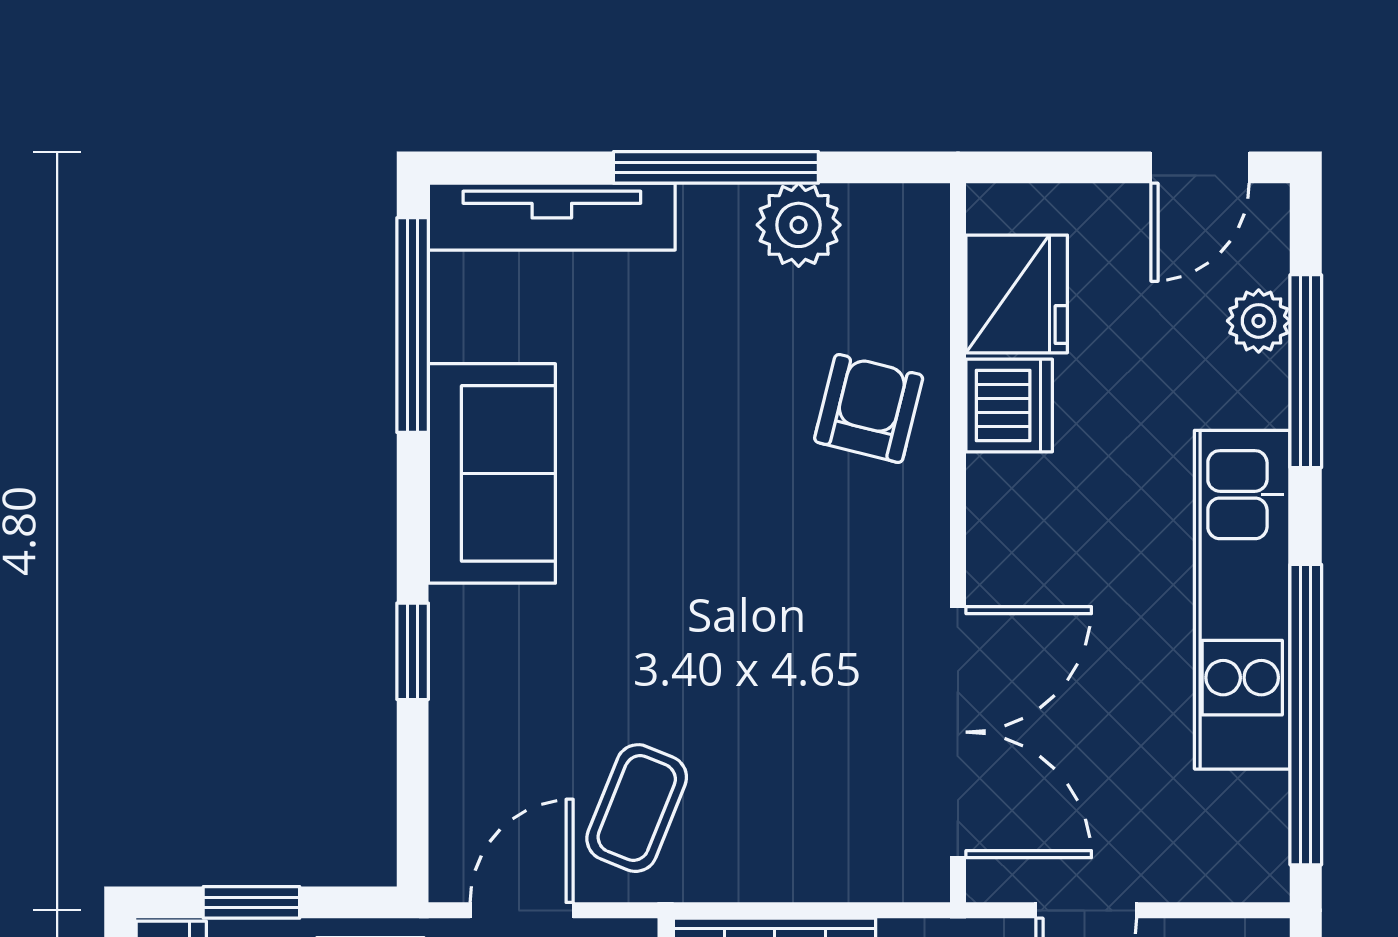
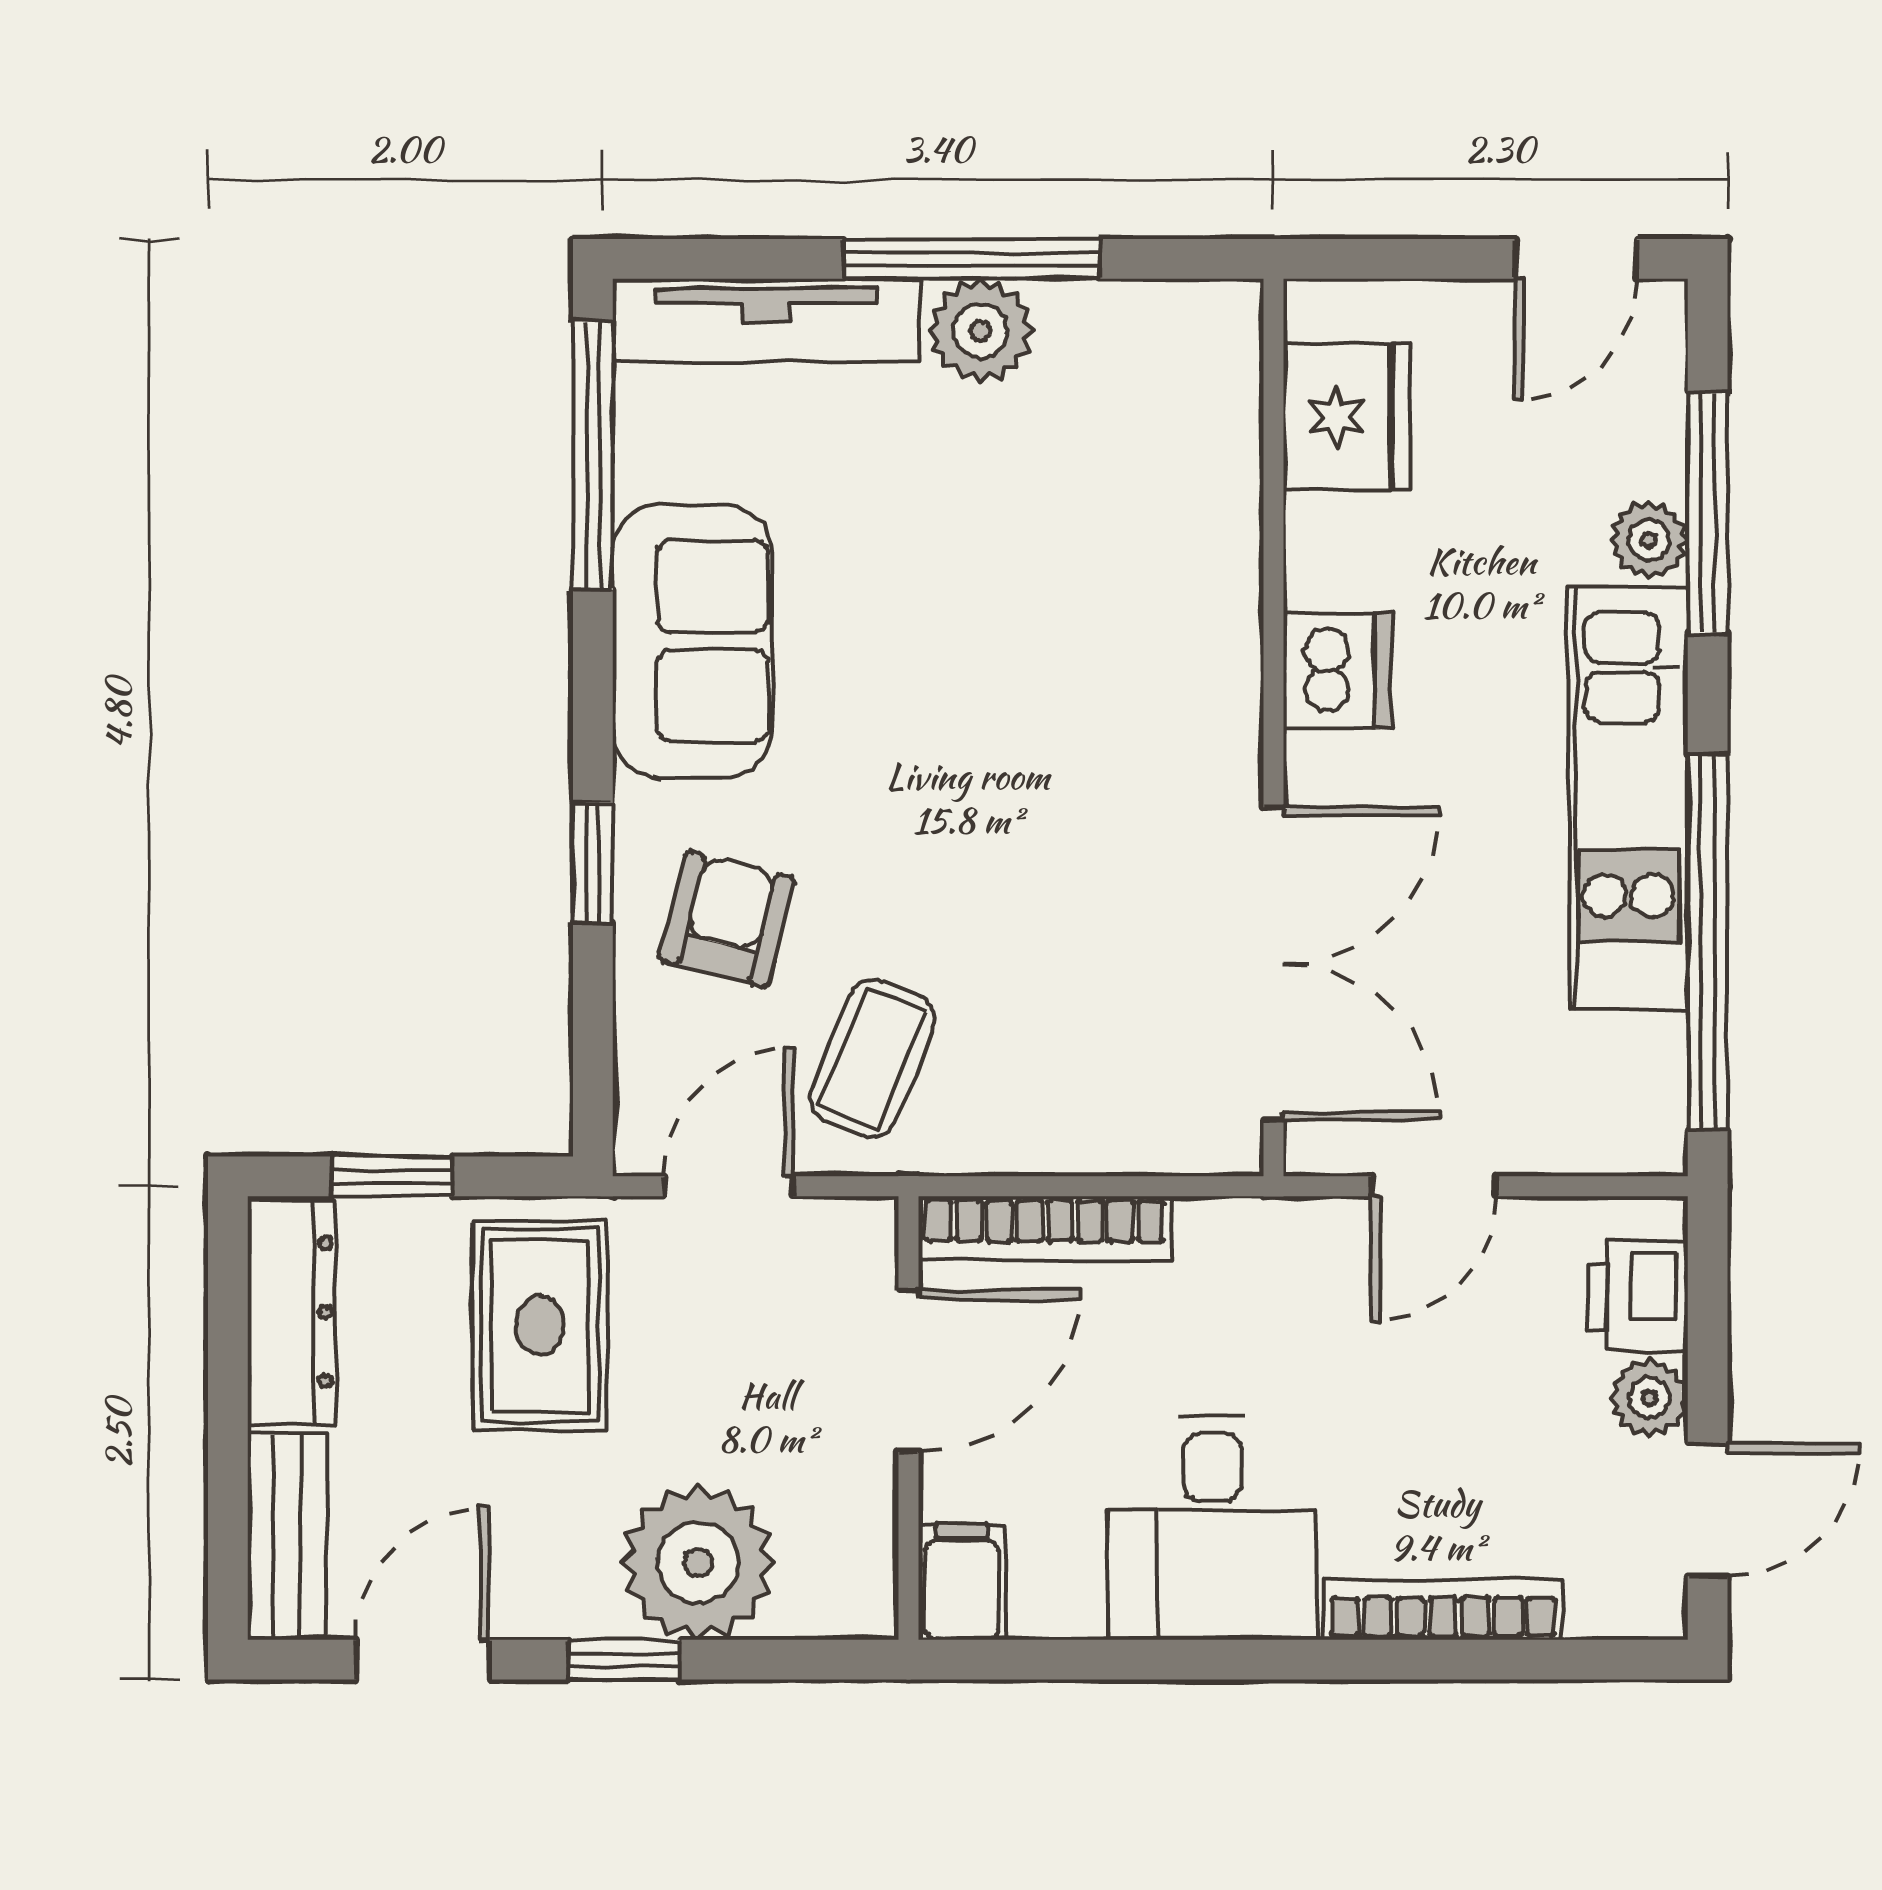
plant: (799, 225) -> (980, 331), moved
plant: (1259, 321) -> (1649, 540), moved
dishwasher: (1009, 405) -> (1337, 671), moved
armchair: (869, 408) -> (727, 919), moved

